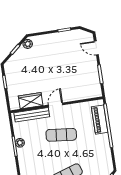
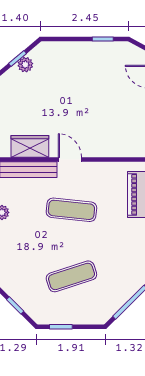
plant: (28, 44) -> (25, 65), moved
door: (56, 105) -> (70, 160), hinge flipped

